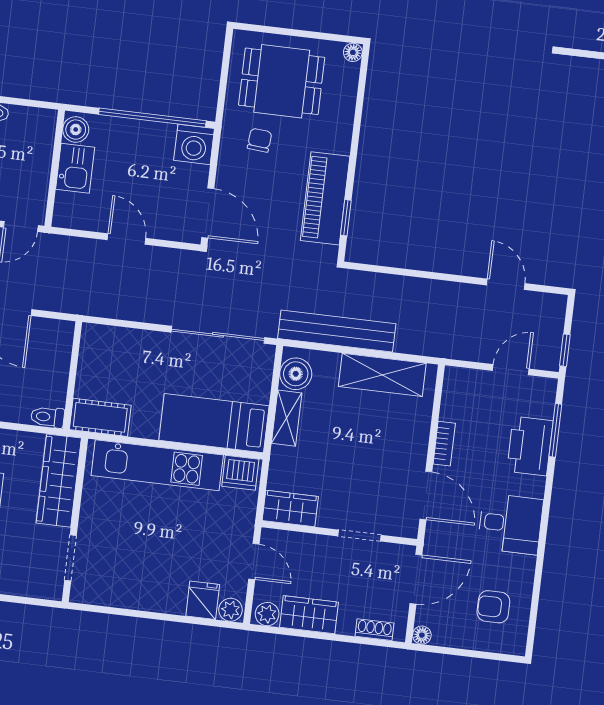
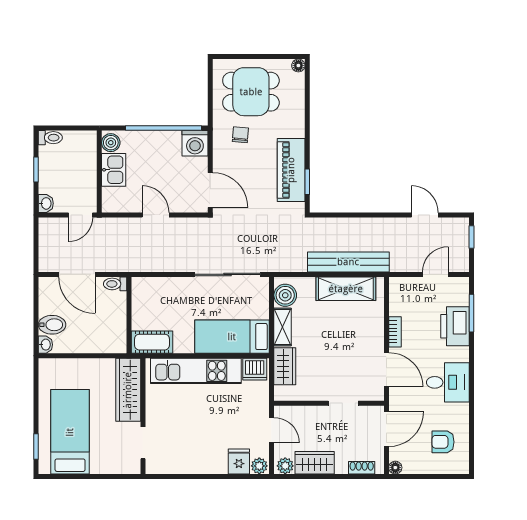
bench: (337, 331) -> (348, 262), moved
window: (565, 350) -> (472, 237), moved
toilet: (48, 417) -> (115, 284), moved
wardrobe: (290, 508) -> (285, 366), moved, turned 90

